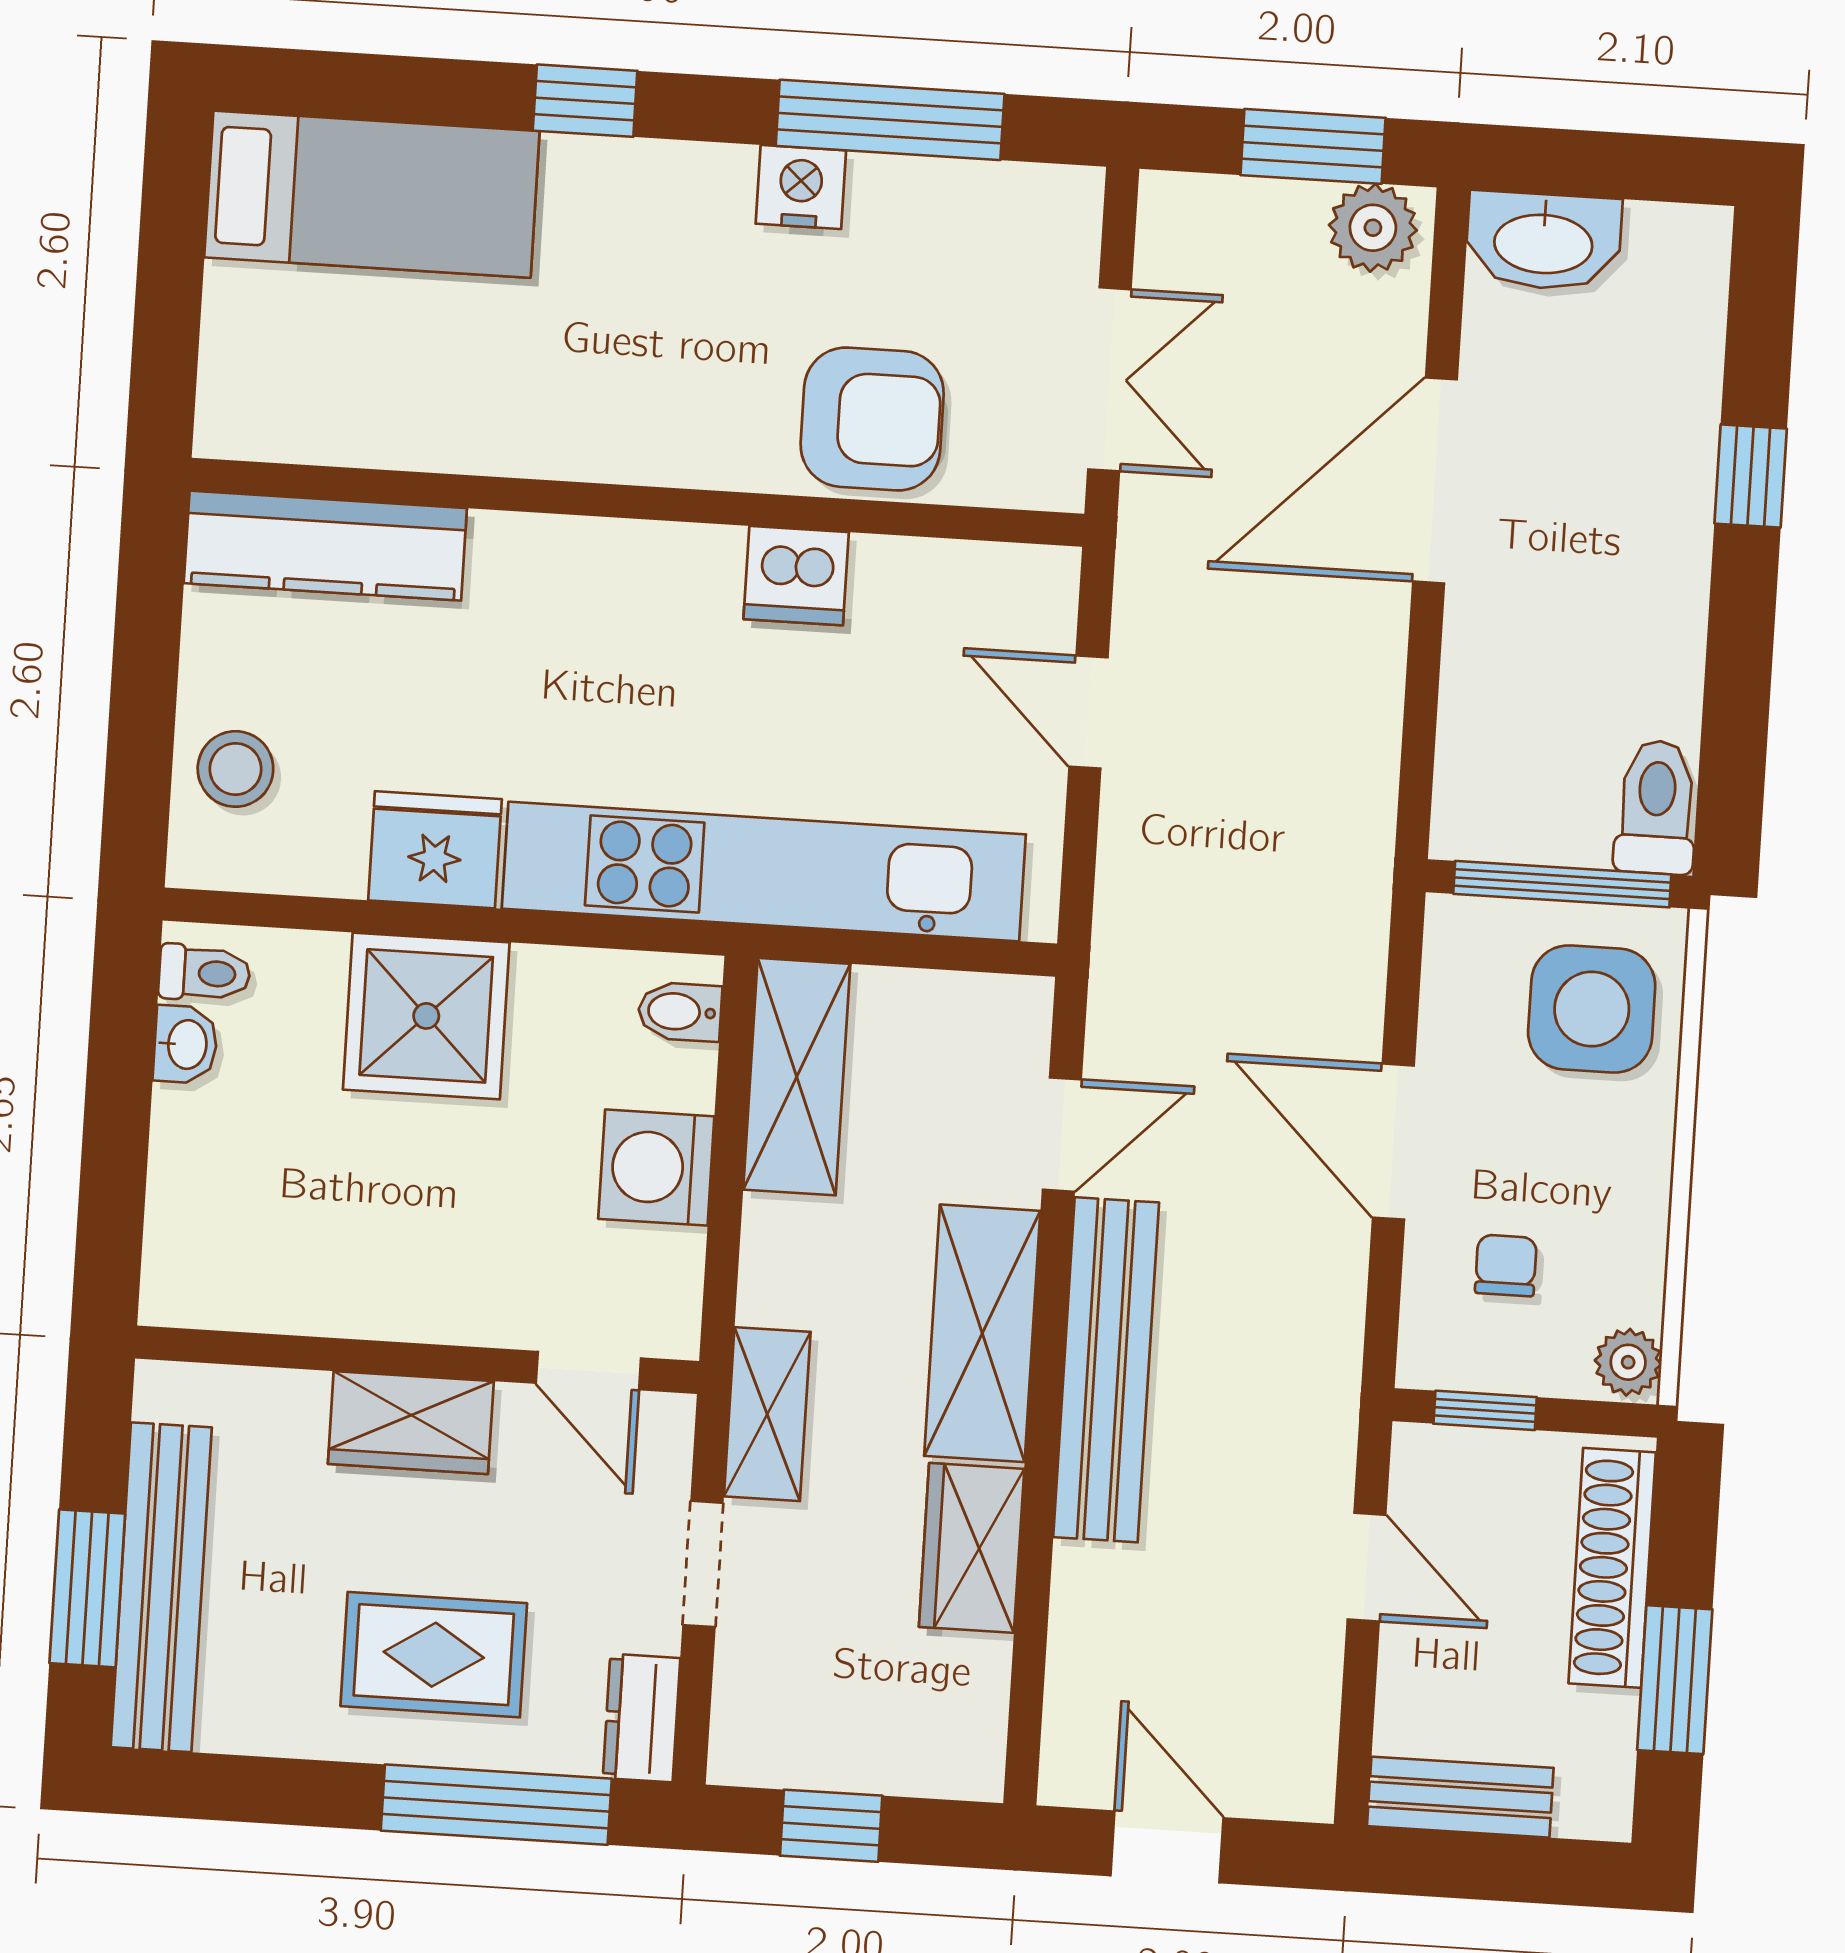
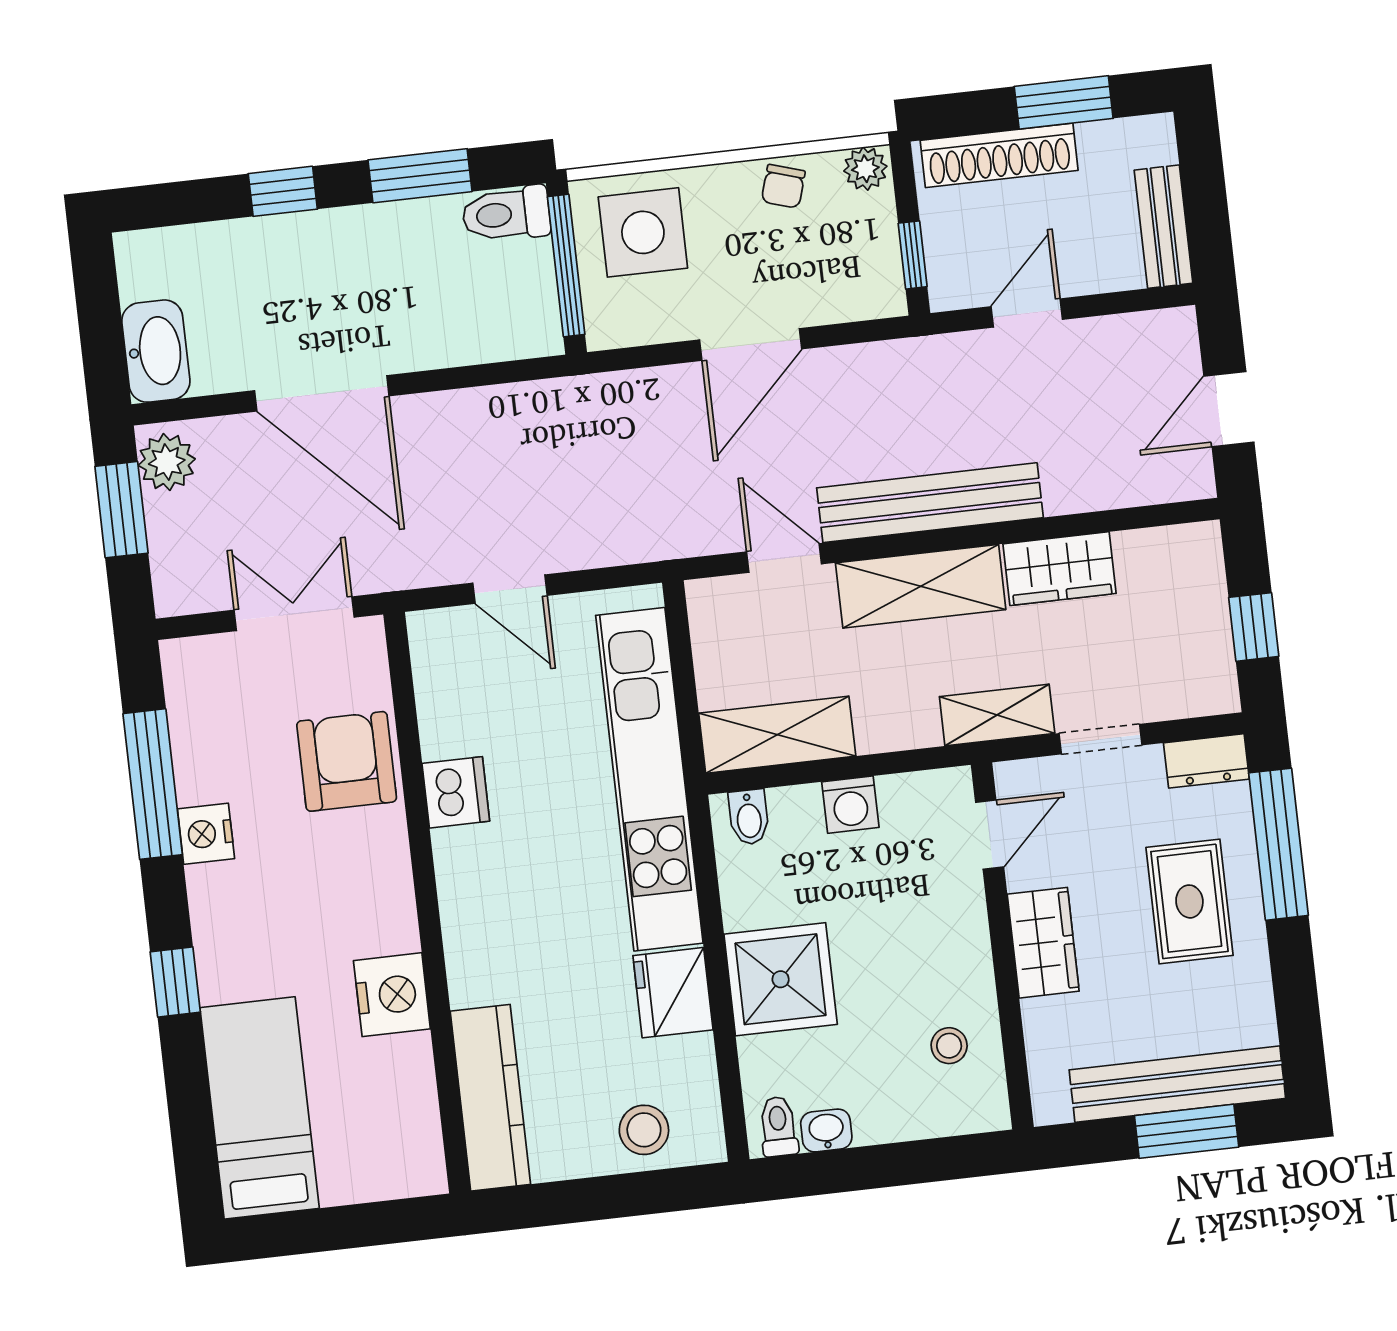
nightstand: (507, 425) -> (392, 995), added
window: (1737, 687) -> (420, 176), added
door: (1088, 712) -> (510, 589), hinge flipped
washing machine: (656, 1168) -> (850, 805), width x0.73, depth x0.73
stool: (281, 1253) -> (949, 1046), added
chair: (1506, 1266) -> (783, 186), moved, turned -73

